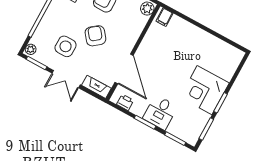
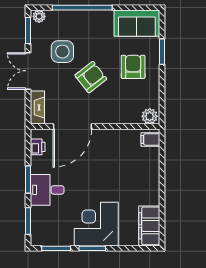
filing cabinet: (227, 52) -> (149, 226), added

